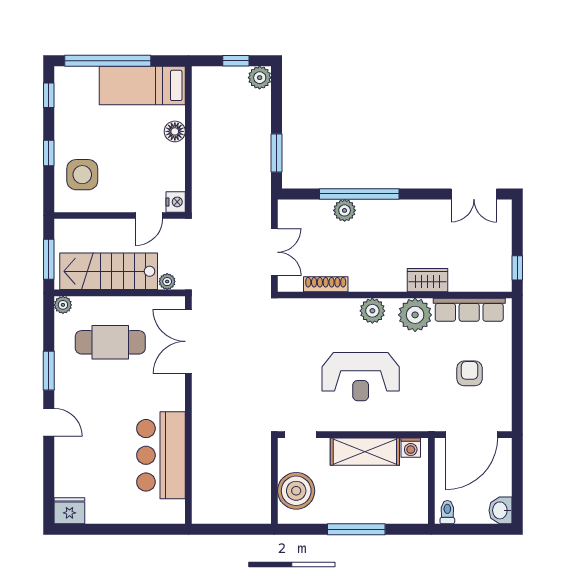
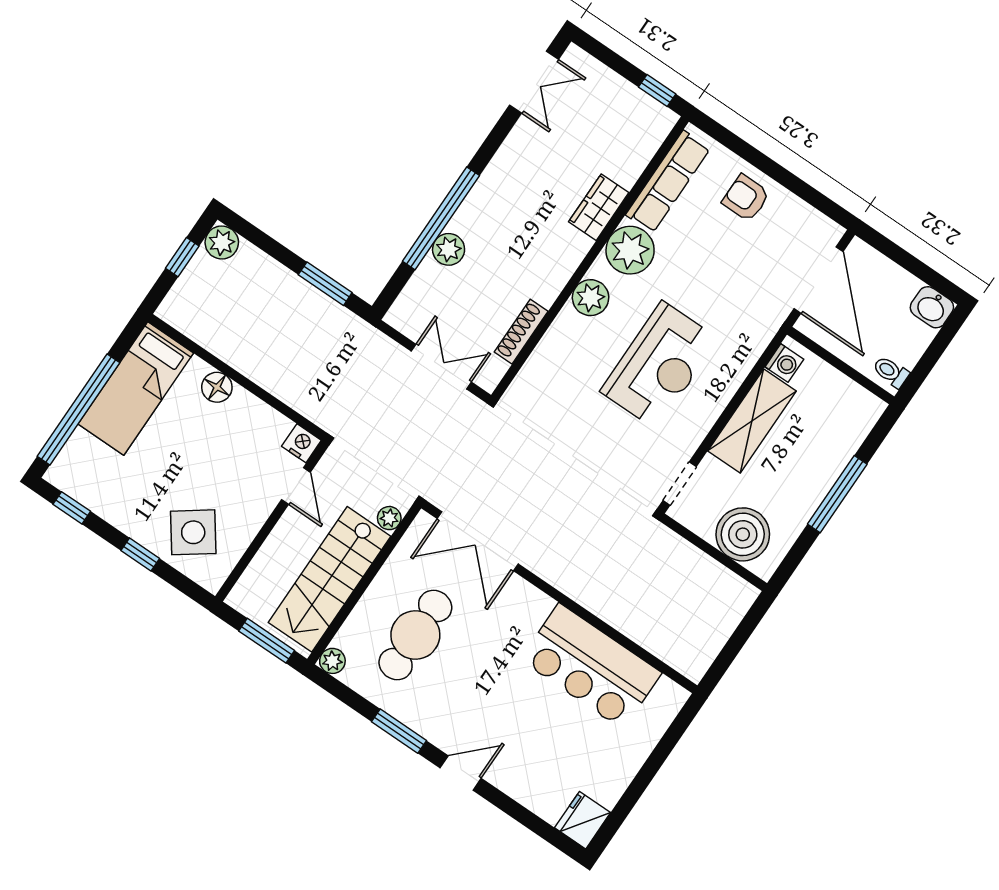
side table: (82, 175) -> (193, 532), turned -36
armchair: (470, 373) -> (746, 198), moved

